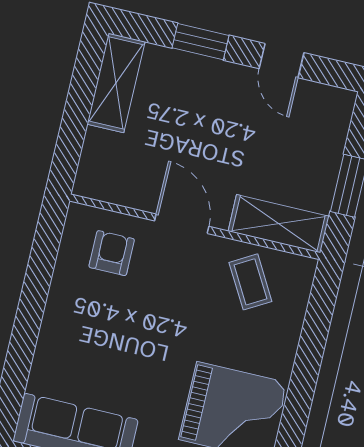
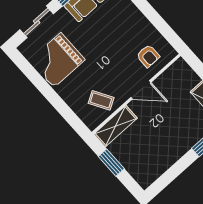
door: (282, 61) -> (176, 170), removed

